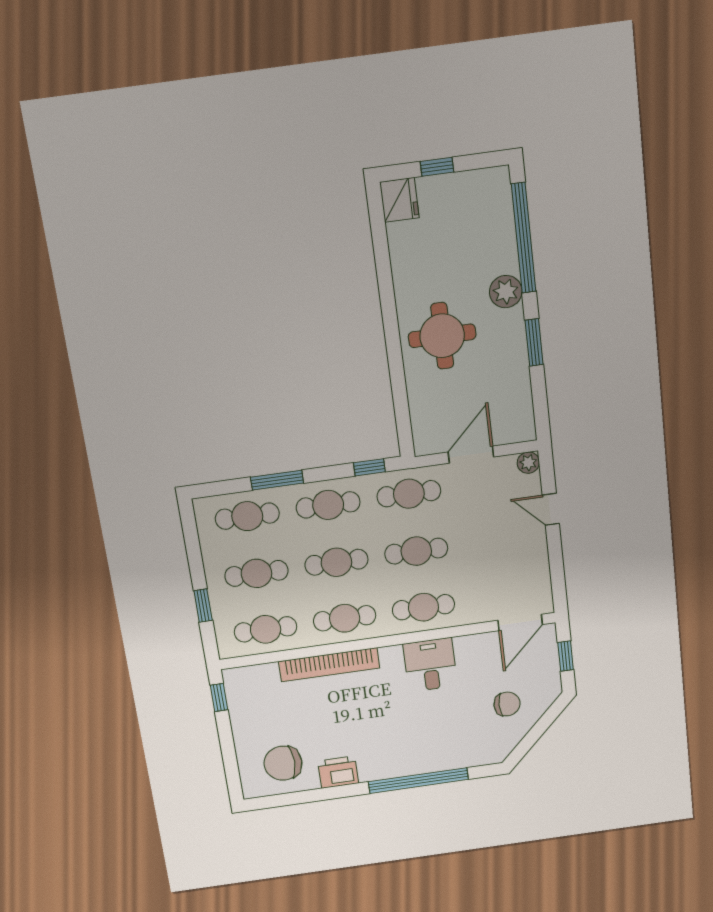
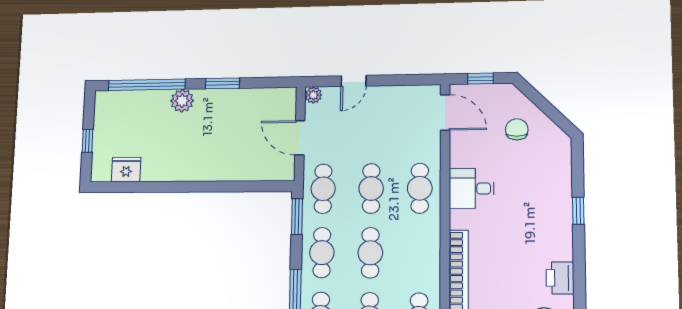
fridge: (399, 200) -> (126, 170), moved
round table: (442, 336) -> (206, 150), removed
window: (369, 467) -> (297, 216), width x1.50
cafe table: (345, 618) -> (419, 253), removed
window: (418, 781) -> (578, 211), width x0.32

